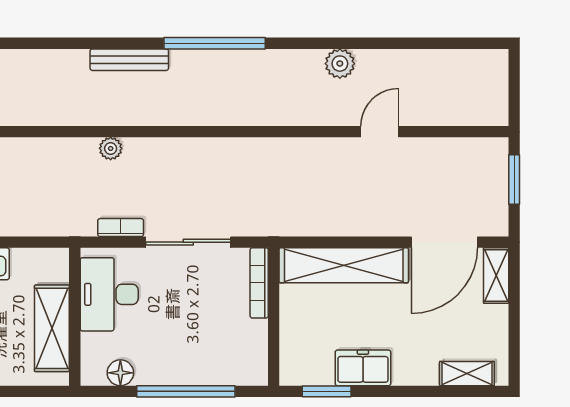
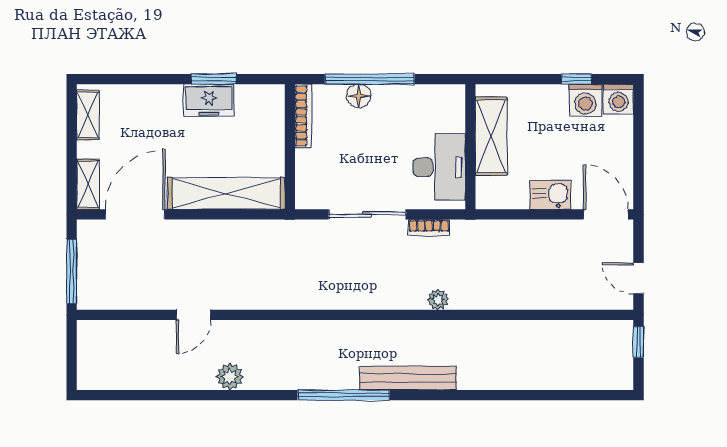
bench: (129, 60) -> (408, 378), width x1.37, depth x1.21
window: (514, 180) -> (72, 271), width x1.44
bookcase: (259, 283) -> (303, 116), moved
floor lamp: (120, 373) -> (359, 96), moved
shelving: (467, 374) -> (88, 115), moved, turned 90
window: (327, 391) -> (214, 79), moved

